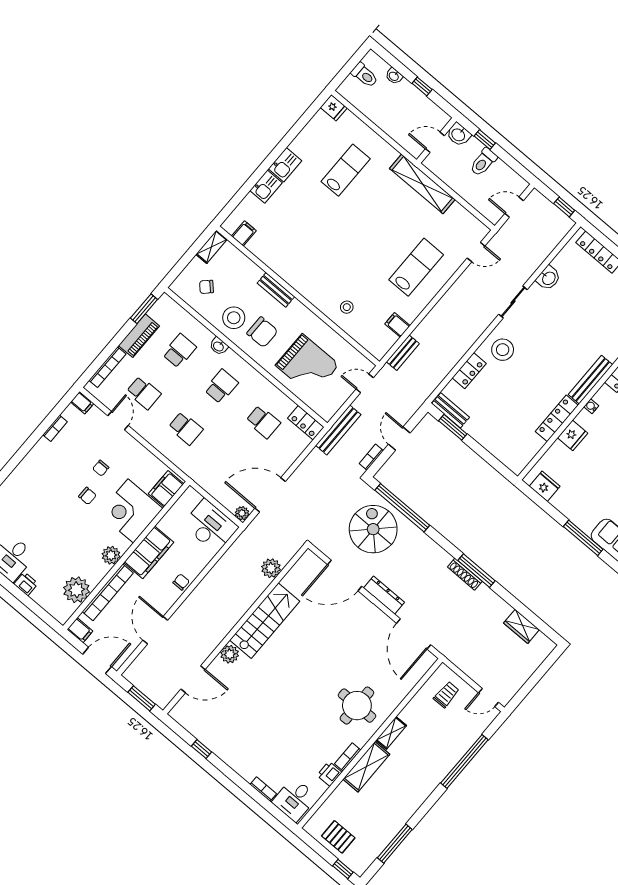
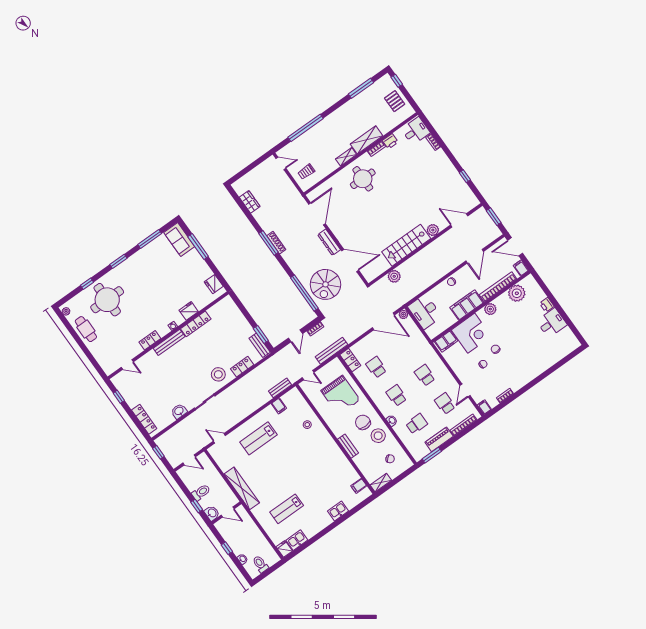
kitchen sink: (285, 165) -> (297, 540), moved
school desk: (179, 351) -> (417, 424), turned 180
grand piano: (307, 365) -> (340, 395), turned 180
school desk: (221, 386) -> (396, 396), turned 90

